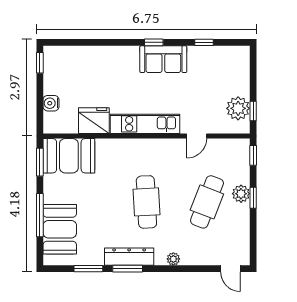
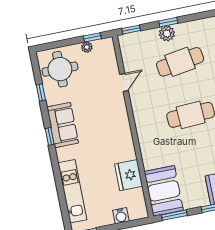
round table: (225, 69) -> (60, 69), added
plant: (238, 108) -> (87, 47), width x0.53, depth x0.53
kitchen unit: (145, 124) -> (72, 191), moved, turned 180
door: (197, 136) -> (124, 82), hinge flipped
cafe table: (207, 202) -> (180, 62), turned -30

